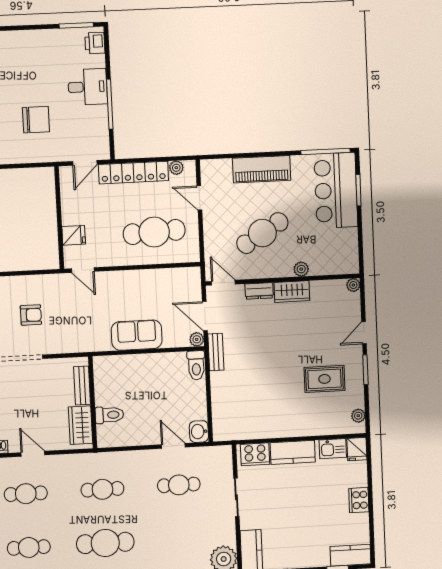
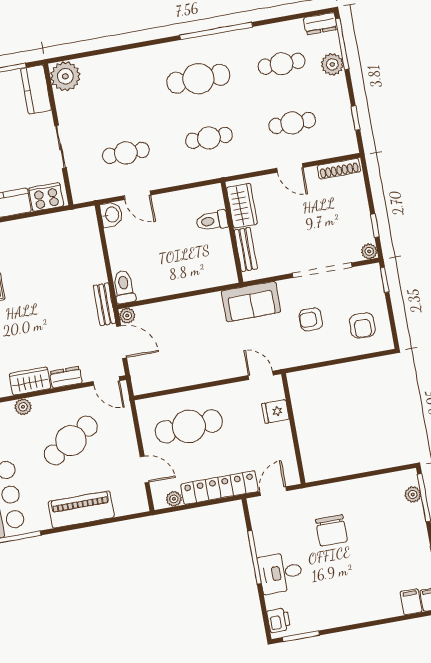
chair: (36, 120) -> (331, 530), turned -90
sofa: (137, 335) -> (251, 302), moved

